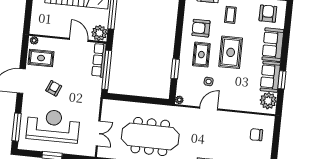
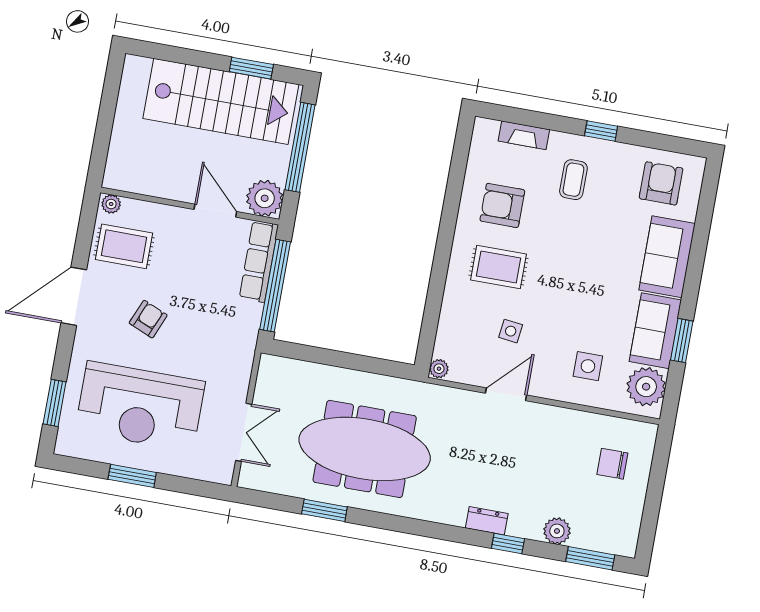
rug: (231, 52) -> (567, 267), removed
rug: (201, 55) -> (499, 267), turned 90
window: (175, 69) -> (435, 296), removed
side table: (243, 94) -> (588, 366), added
reception desk: (53, 126) -> (140, 406), turned 180
window: (17, 127) -> (55, 403), width x0.69

